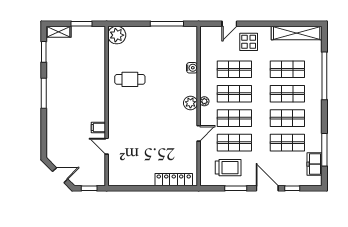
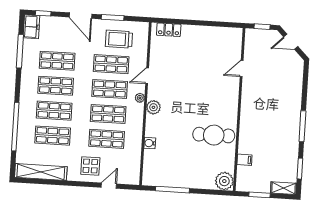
cafe table: (130, 79) -> (214, 135), width x1.37, depth x1.35
plant: (204, 101) -> (140, 98), moved
filing cabinet: (98, 128) -> (244, 160), moved
door: (107, 146) -> (242, 68), swing flipped
freezer: (315, 164) -> (31, 27), moved
locker: (174, 180) -> (169, 30), width x0.66
window: (292, 188) -> (43, 13), moved

